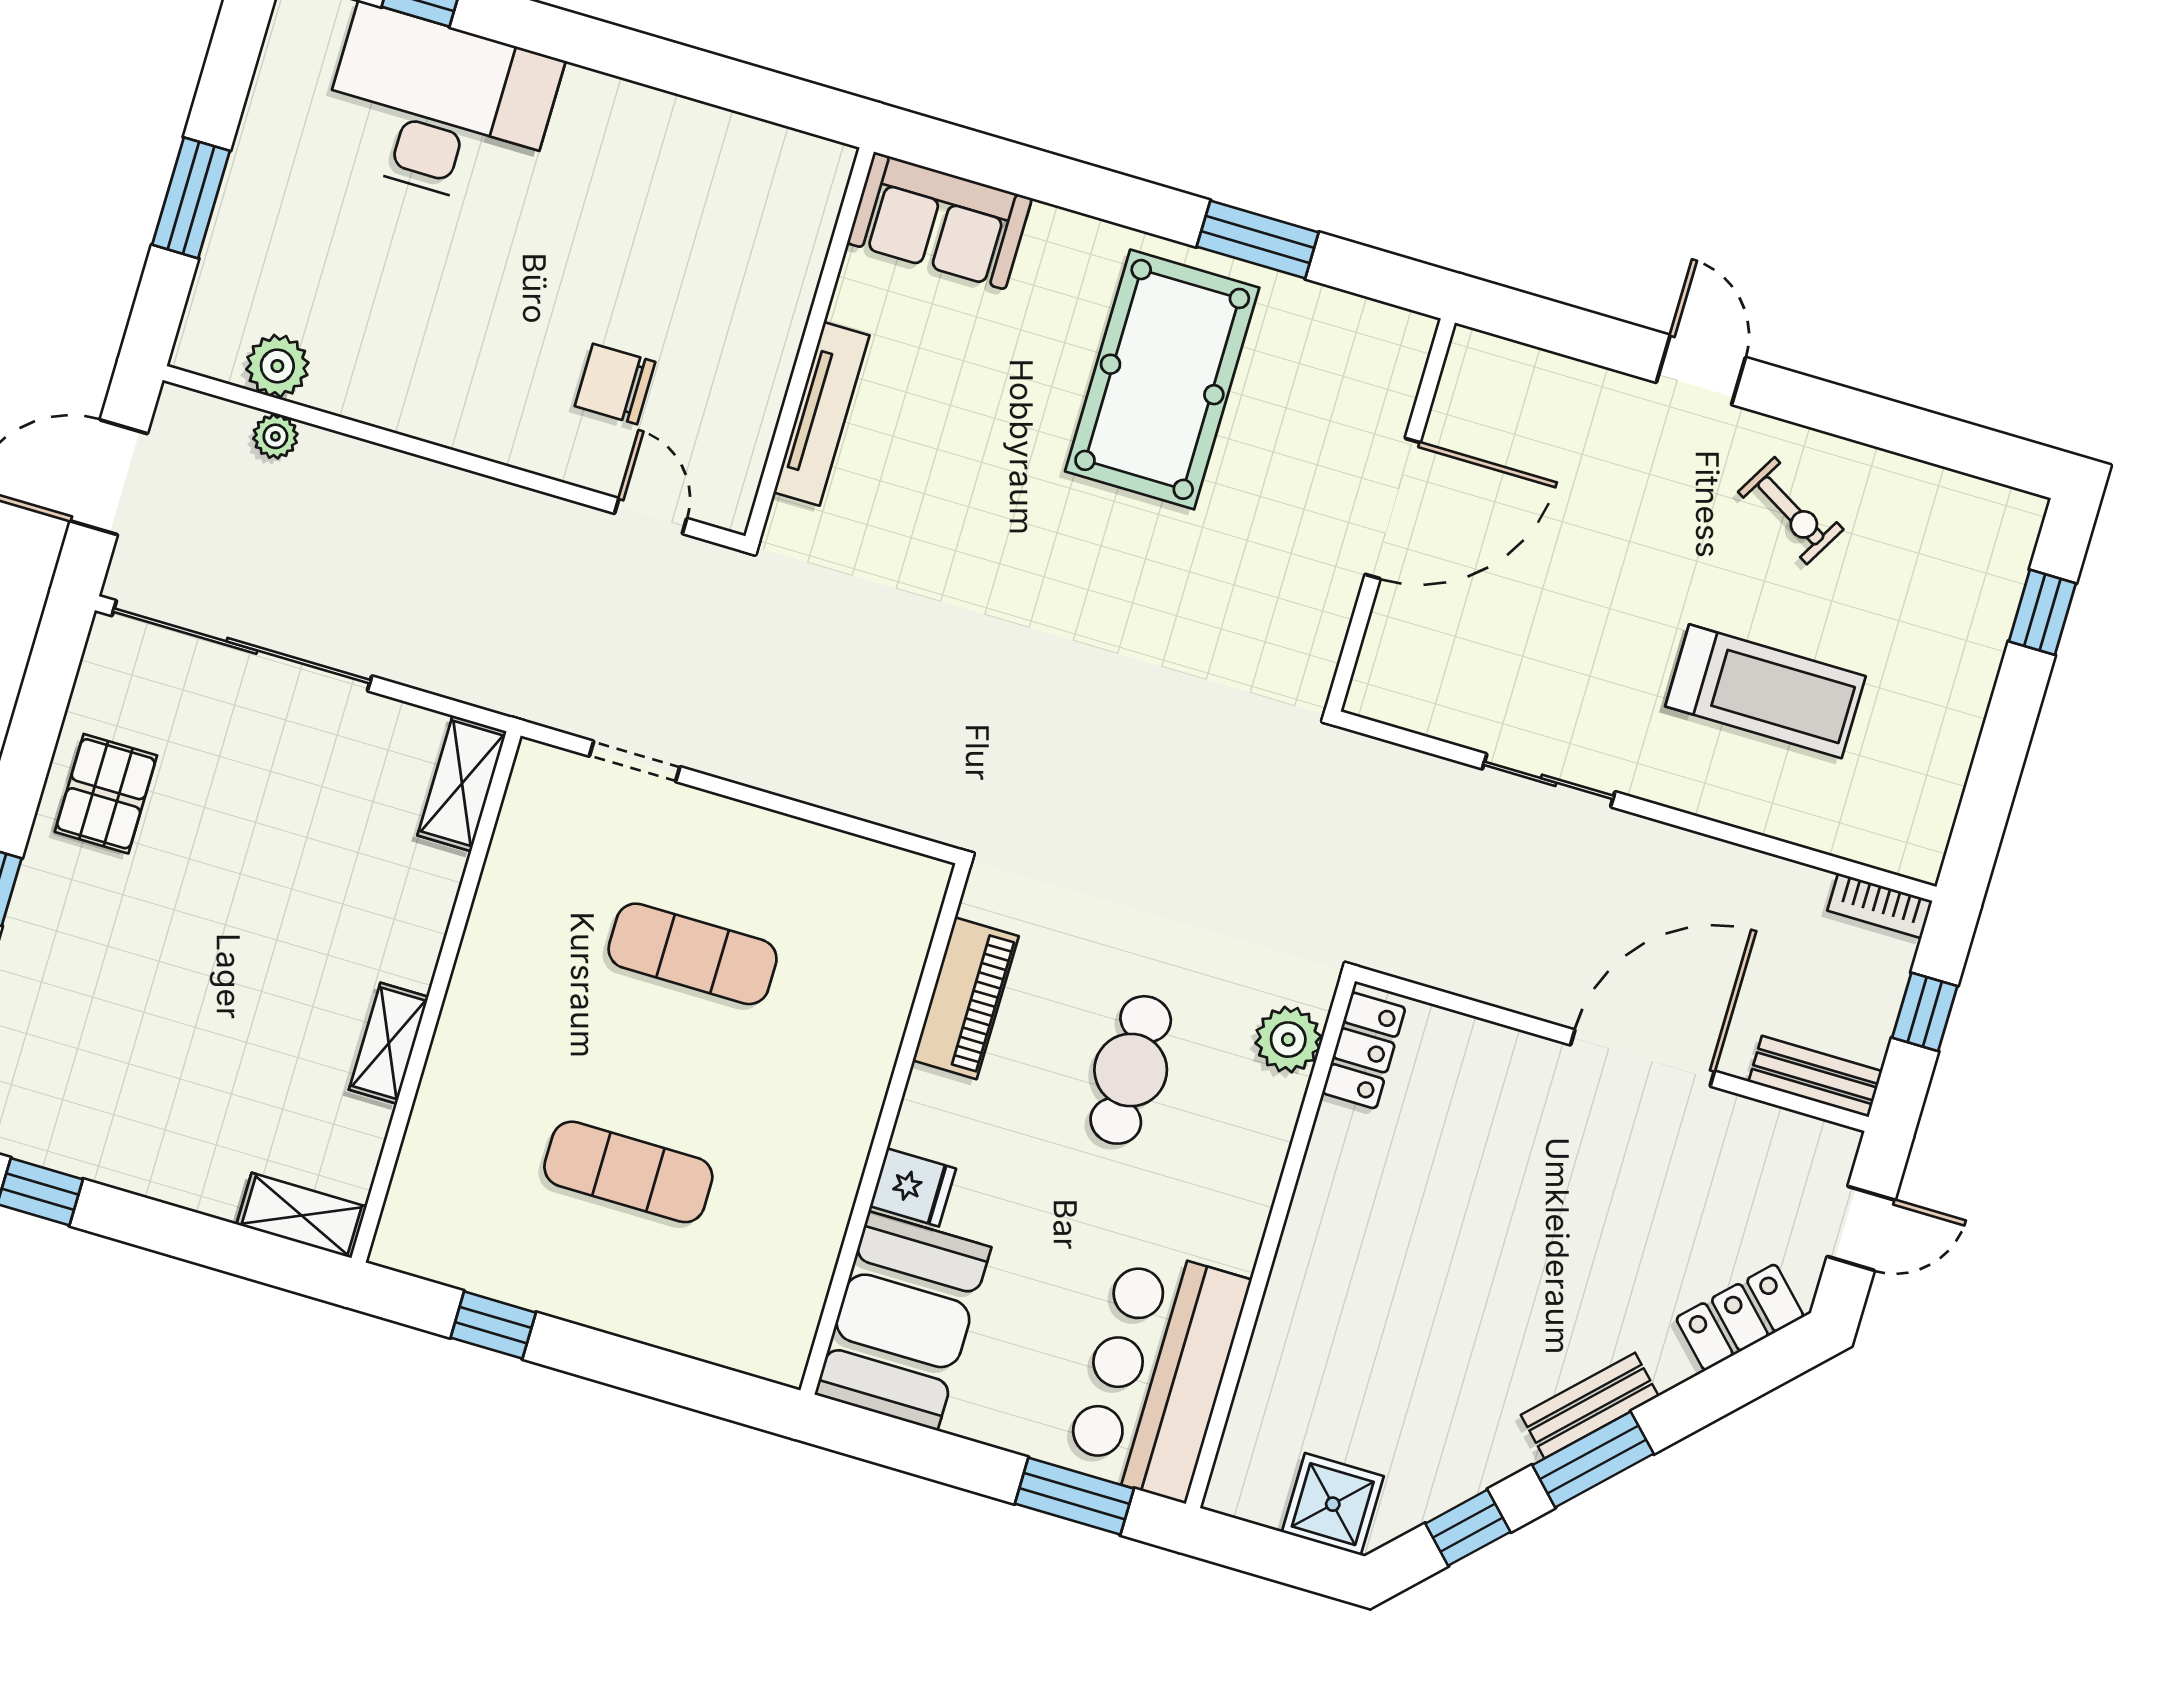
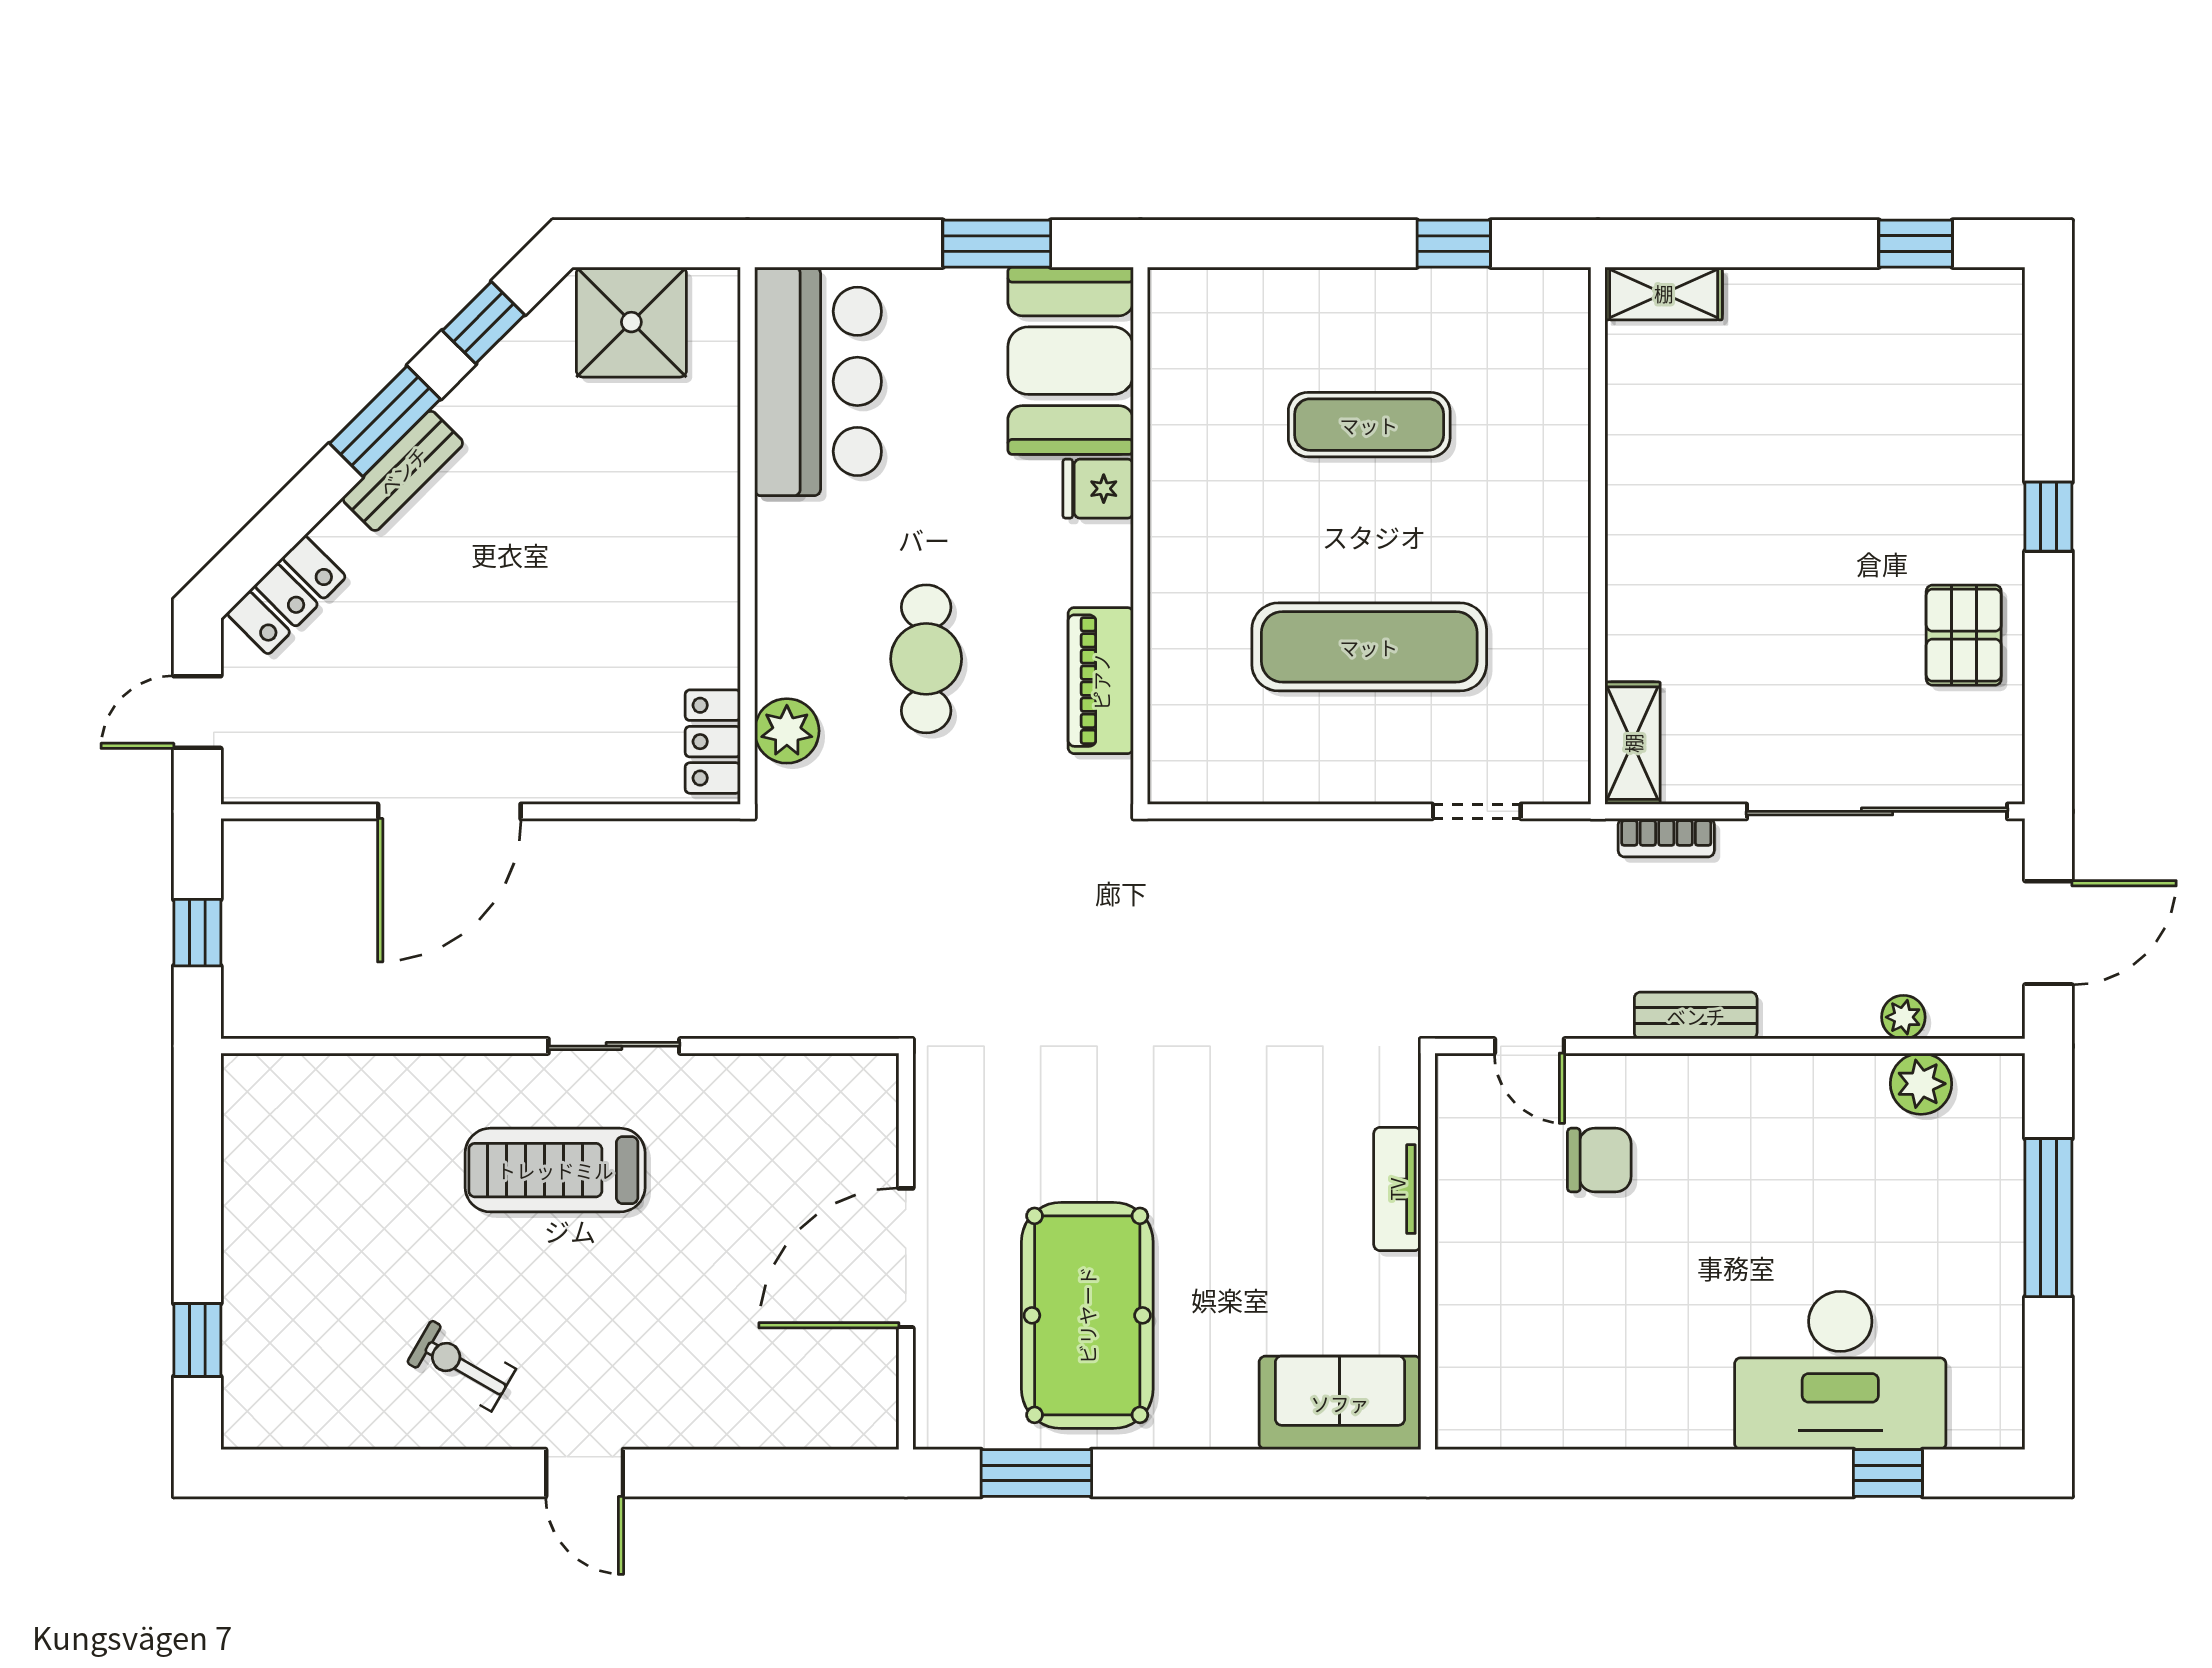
window: (191, 198) -> (2048, 1218), width x1.44
tv unit: (822, 414) -> (1397, 1189), width x0.71
door: (1393, 508) -> (906, 1258), moved
wall: (1391, 515) -> (906, 1251), moved
treadmill: (1765, 691) -> (555, 1170), moved
bookcase: (1880, 906) -> (1666, 838), moved, turned 180
exercise mat: (693, 954) -> (1369, 647), width x1.36, depth x1.45
shelving: (389, 1043) -> (1630, 479), removed
bench: (1815, 1076) -> (1696, 1016), moved
window: (1074, 1496) -> (997, 244), moved
shower: (1333, 1504) -> (631, 322), width x1.36, depth x1.36

